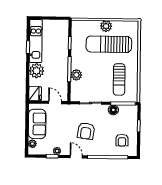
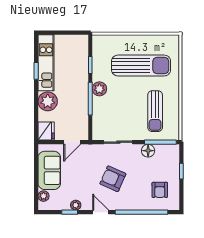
plant: (106, 26) -> (137, 42), removed
sun lounger: (109, 44) -> (141, 66), turned 180
plant: (76, 75) -> (99, 89), moved
door: (55, 102) -> (72, 142), swing flipped
armchair: (86, 131) -> (113, 179), turned 106

